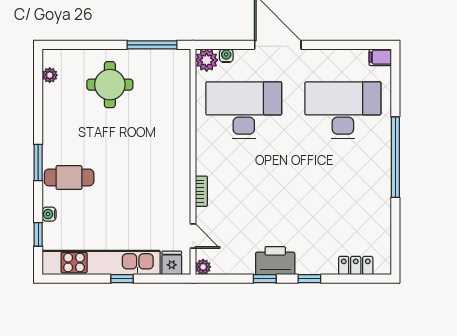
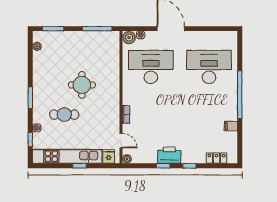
window: (77, 45) -> (53, 29), added
filing cabinet: (380, 57) -> (231, 126), moved
round table: (110, 85) -> (82, 85), moved
cafe table: (69, 177) -> (64, 115), moved

